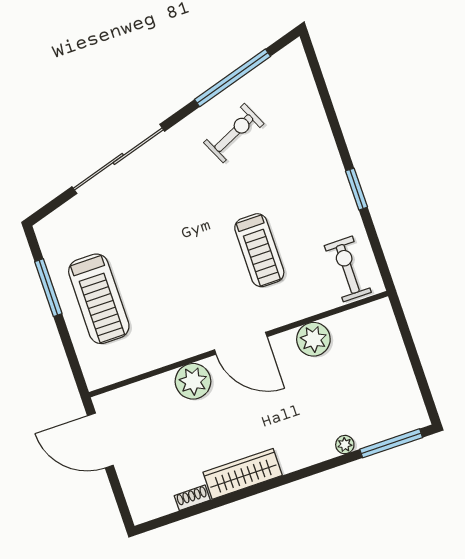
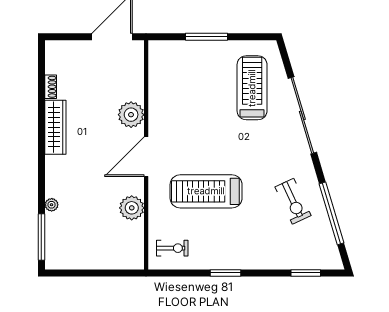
window: (321, 85) -> (306, 273), added
treadmill: (259, 250) -> (206, 191), width x1.37, depth x1.38
exercise bike: (348, 269) -> (172, 248), width x0.73, depth x0.72
window: (48, 288) -> (207, 37), moved
treadmill: (99, 299) -> (252, 88), moved, turned 90

